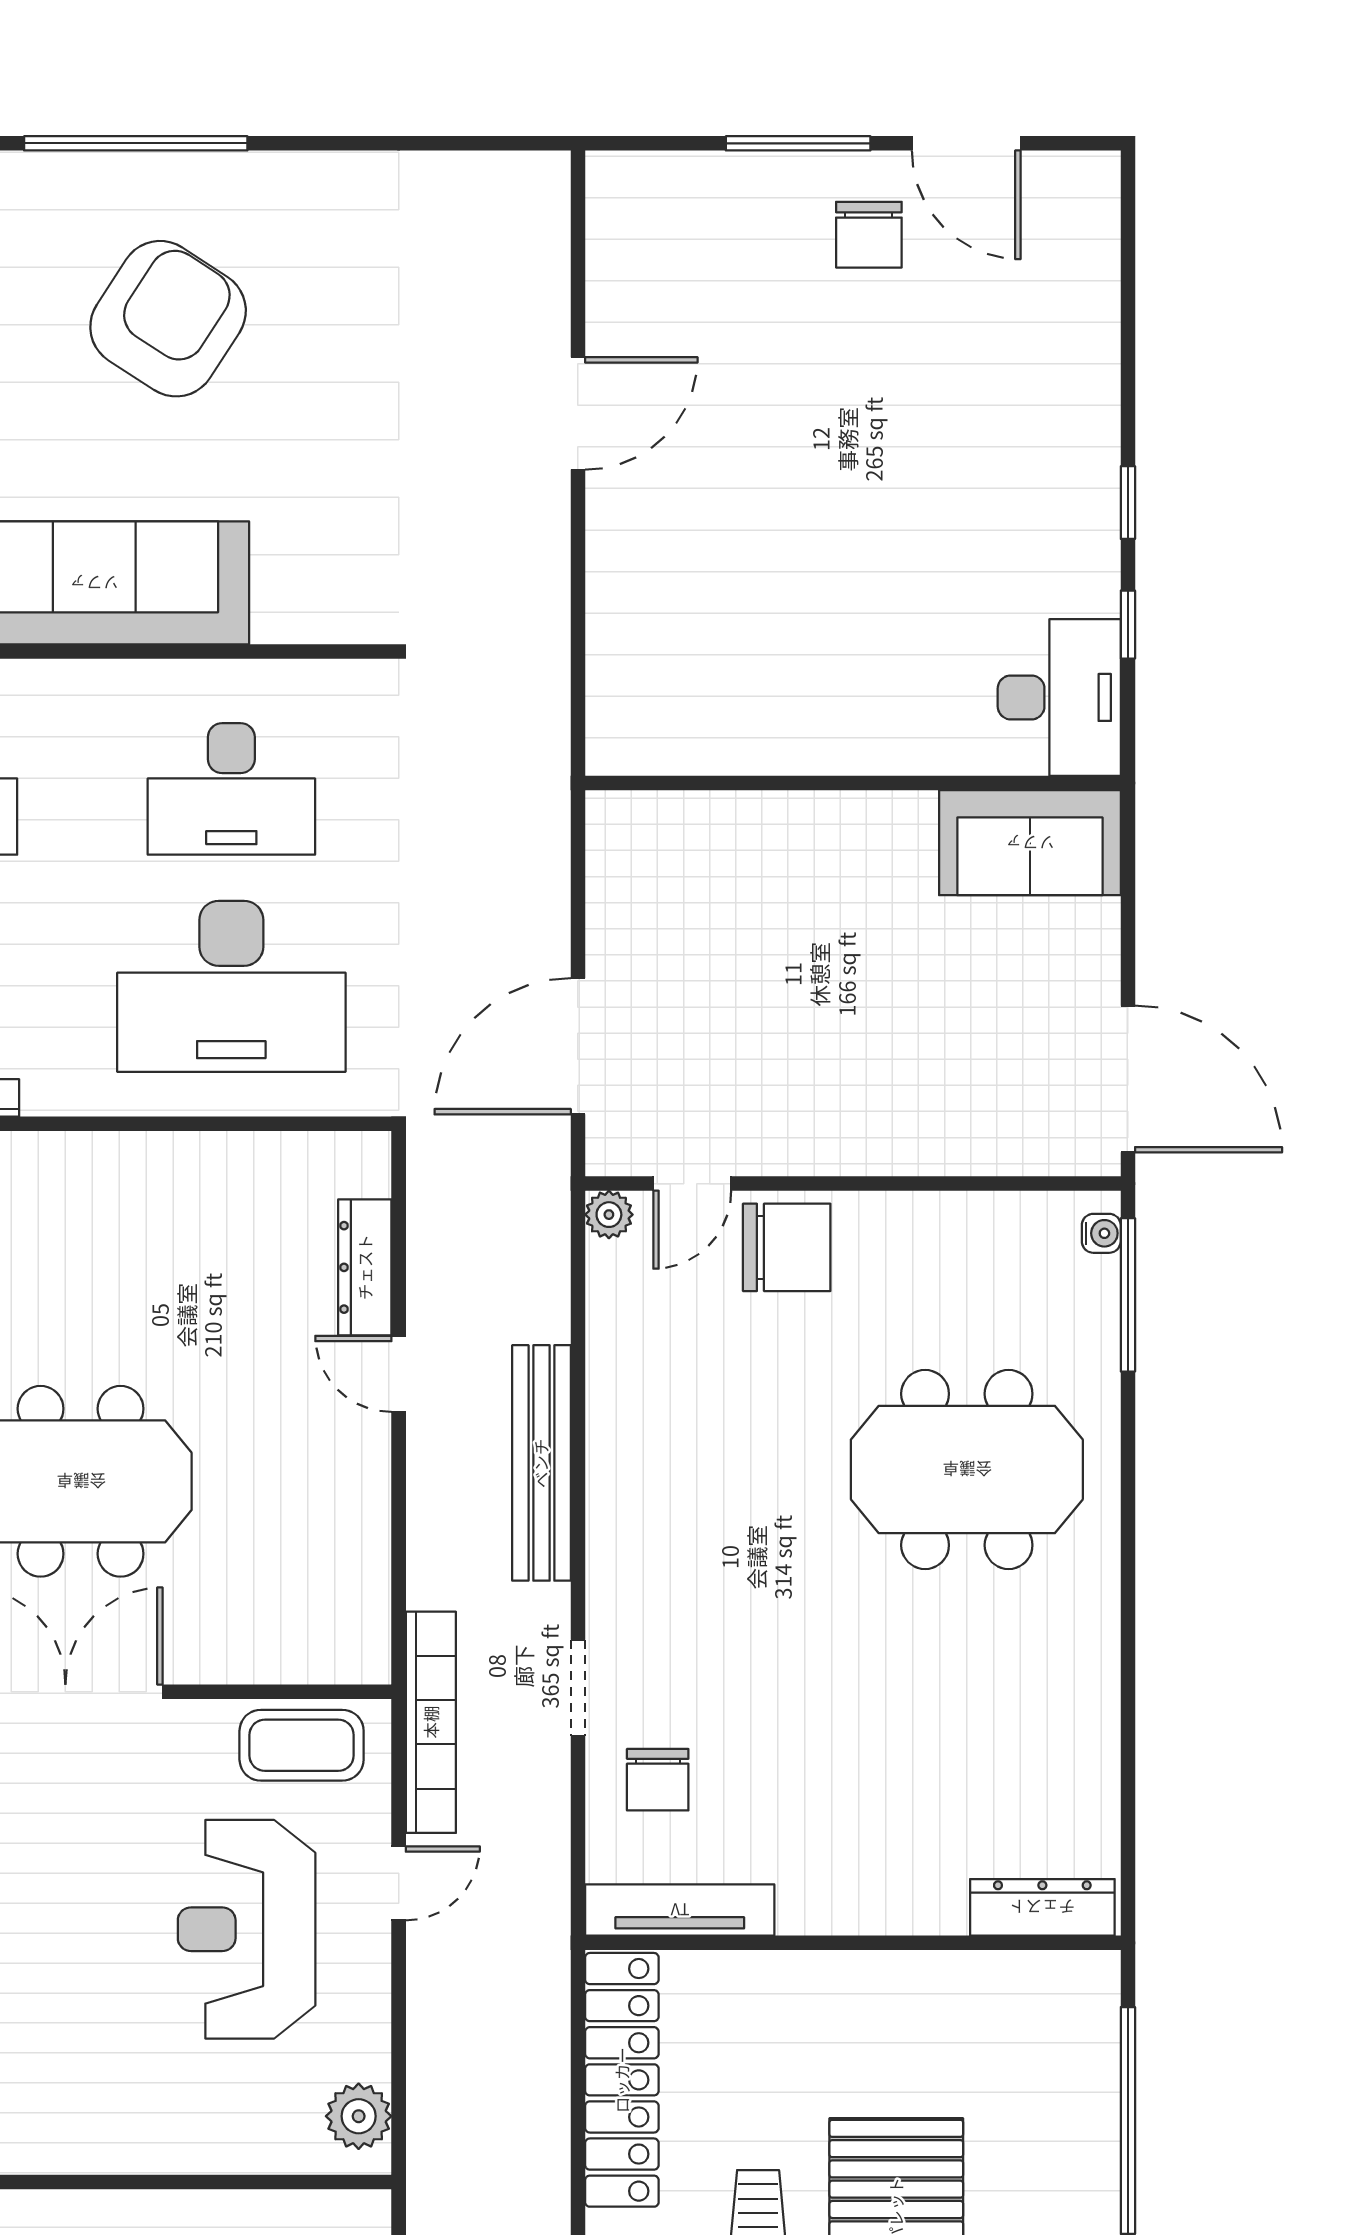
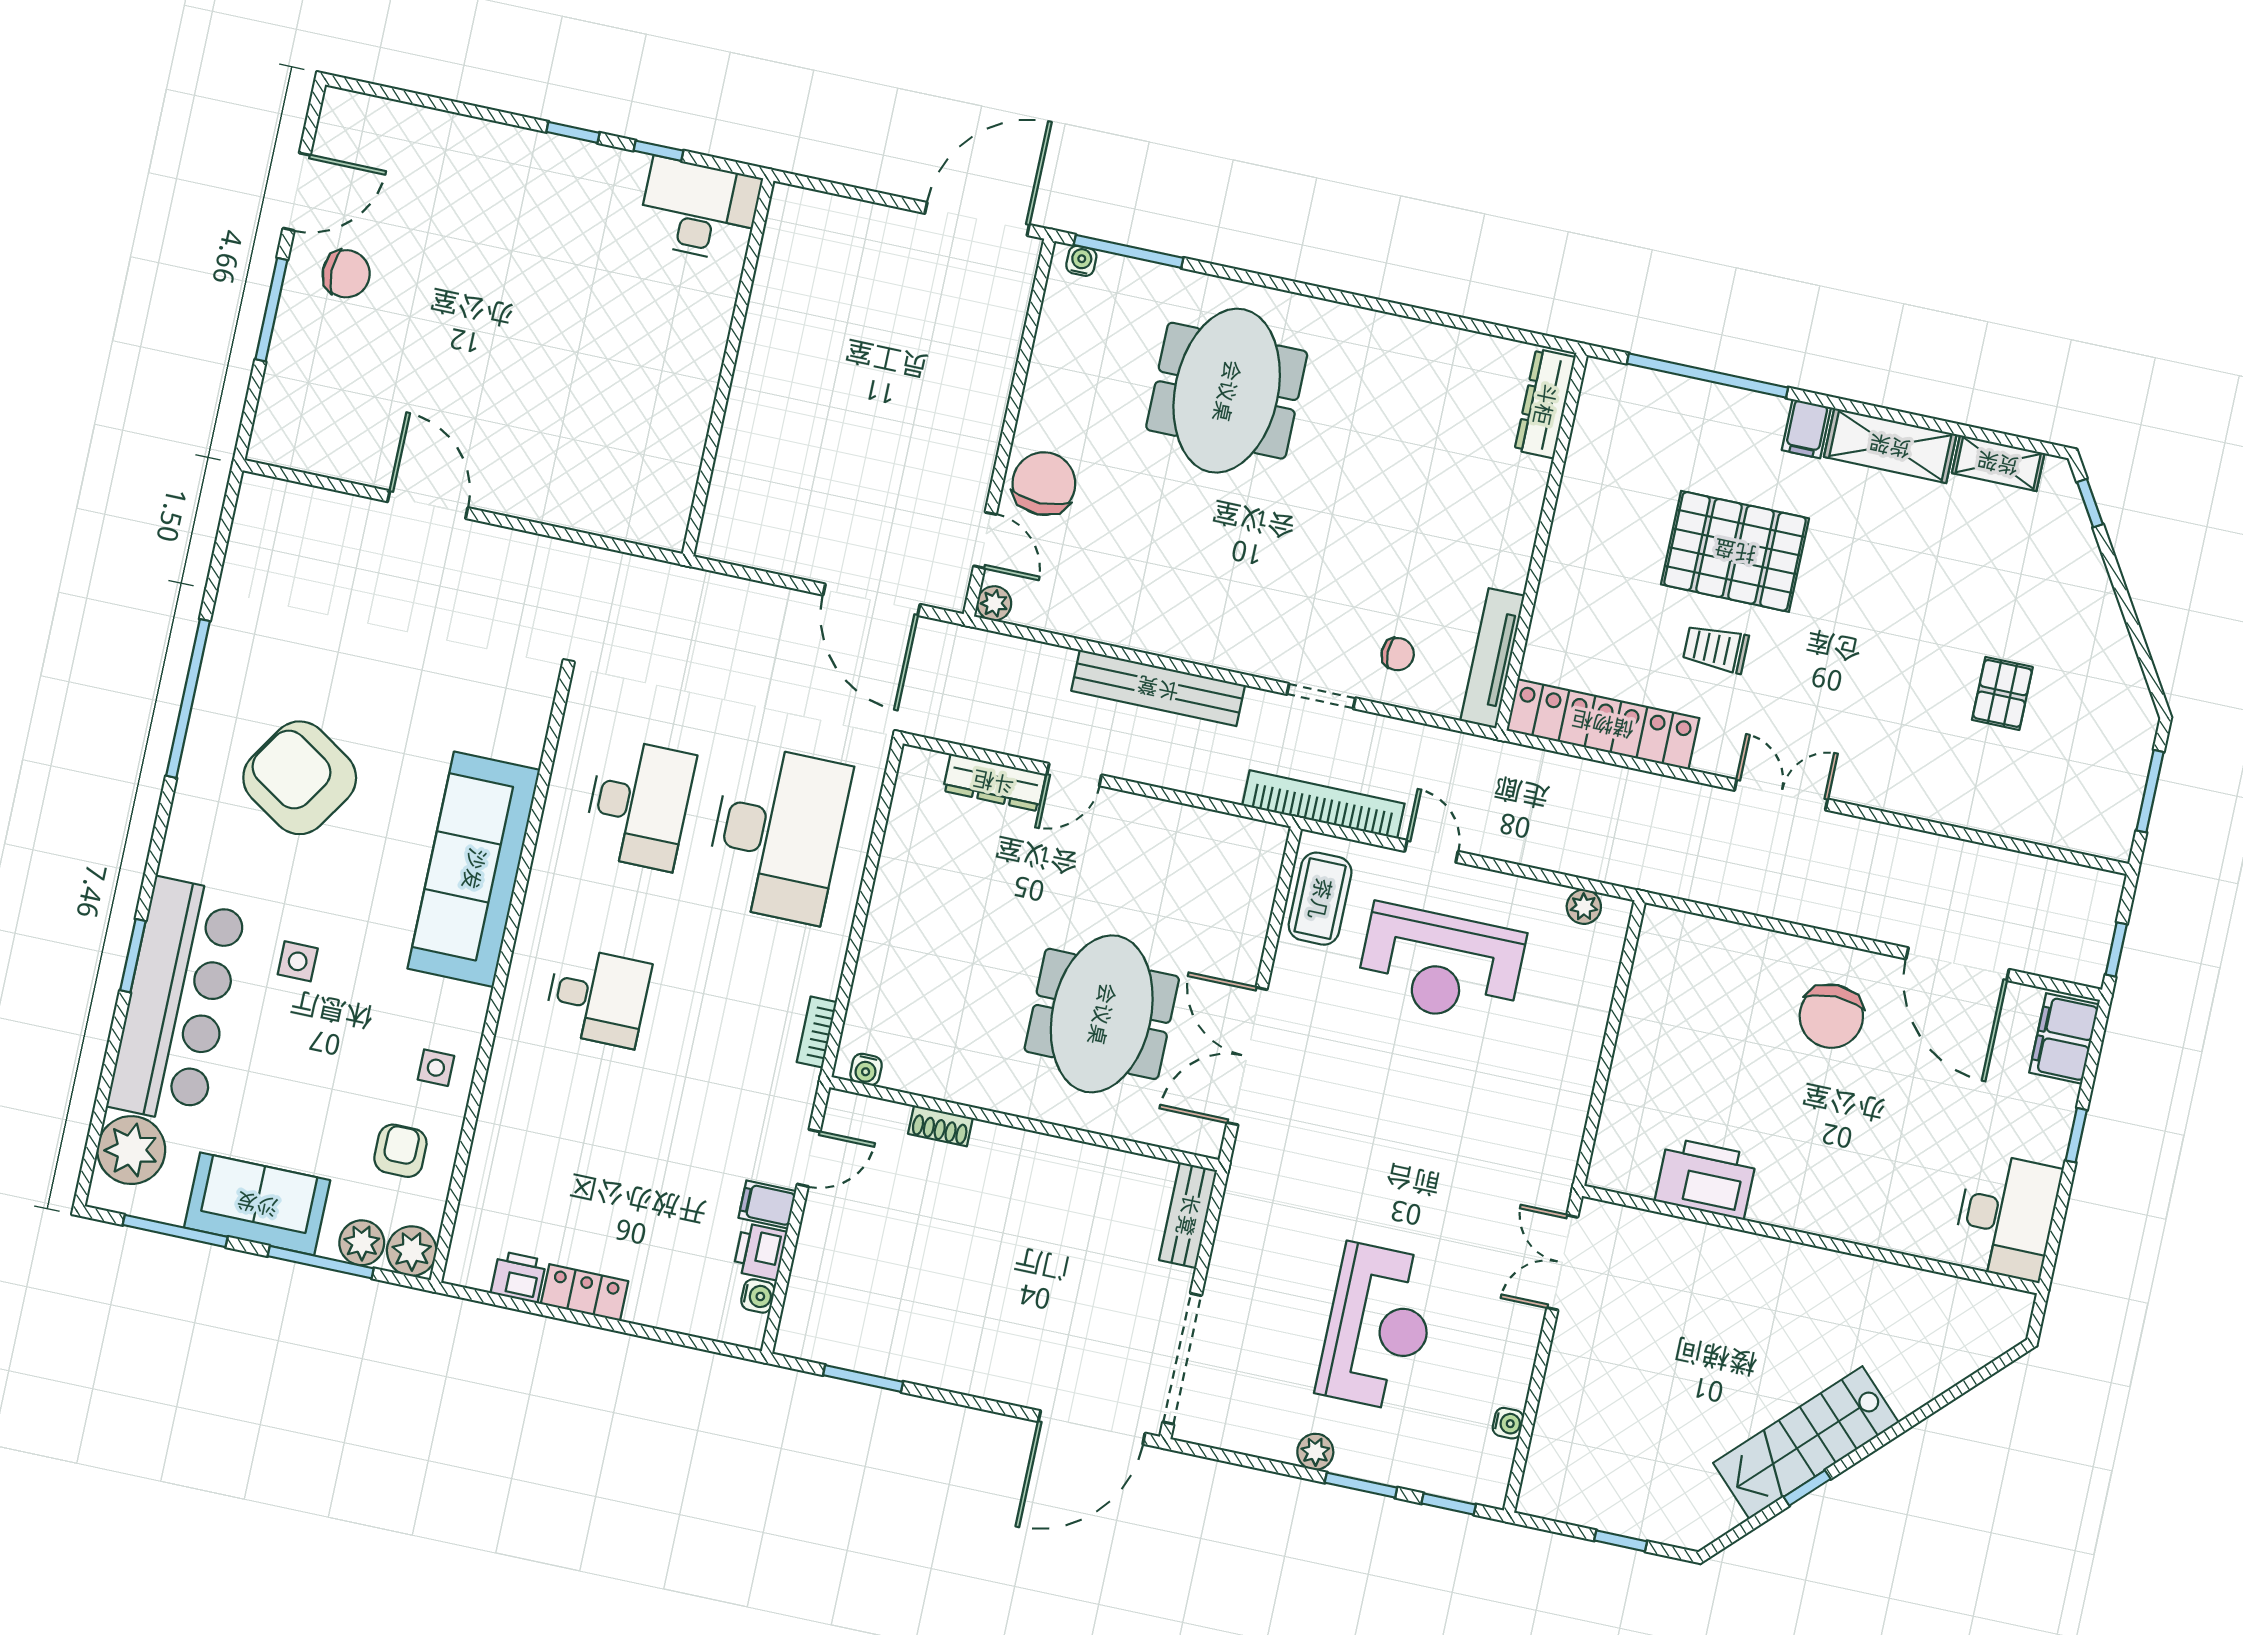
window: (136, 143) -> (188, 698), moved
sofa: (1030, 843) -> (797, 252), removed
chair: (658, 1780) -> (1398, 654), width x0.73, depth x0.73
plant: (359, 2116) -> (1584, 907), width x0.73, depth x0.73

